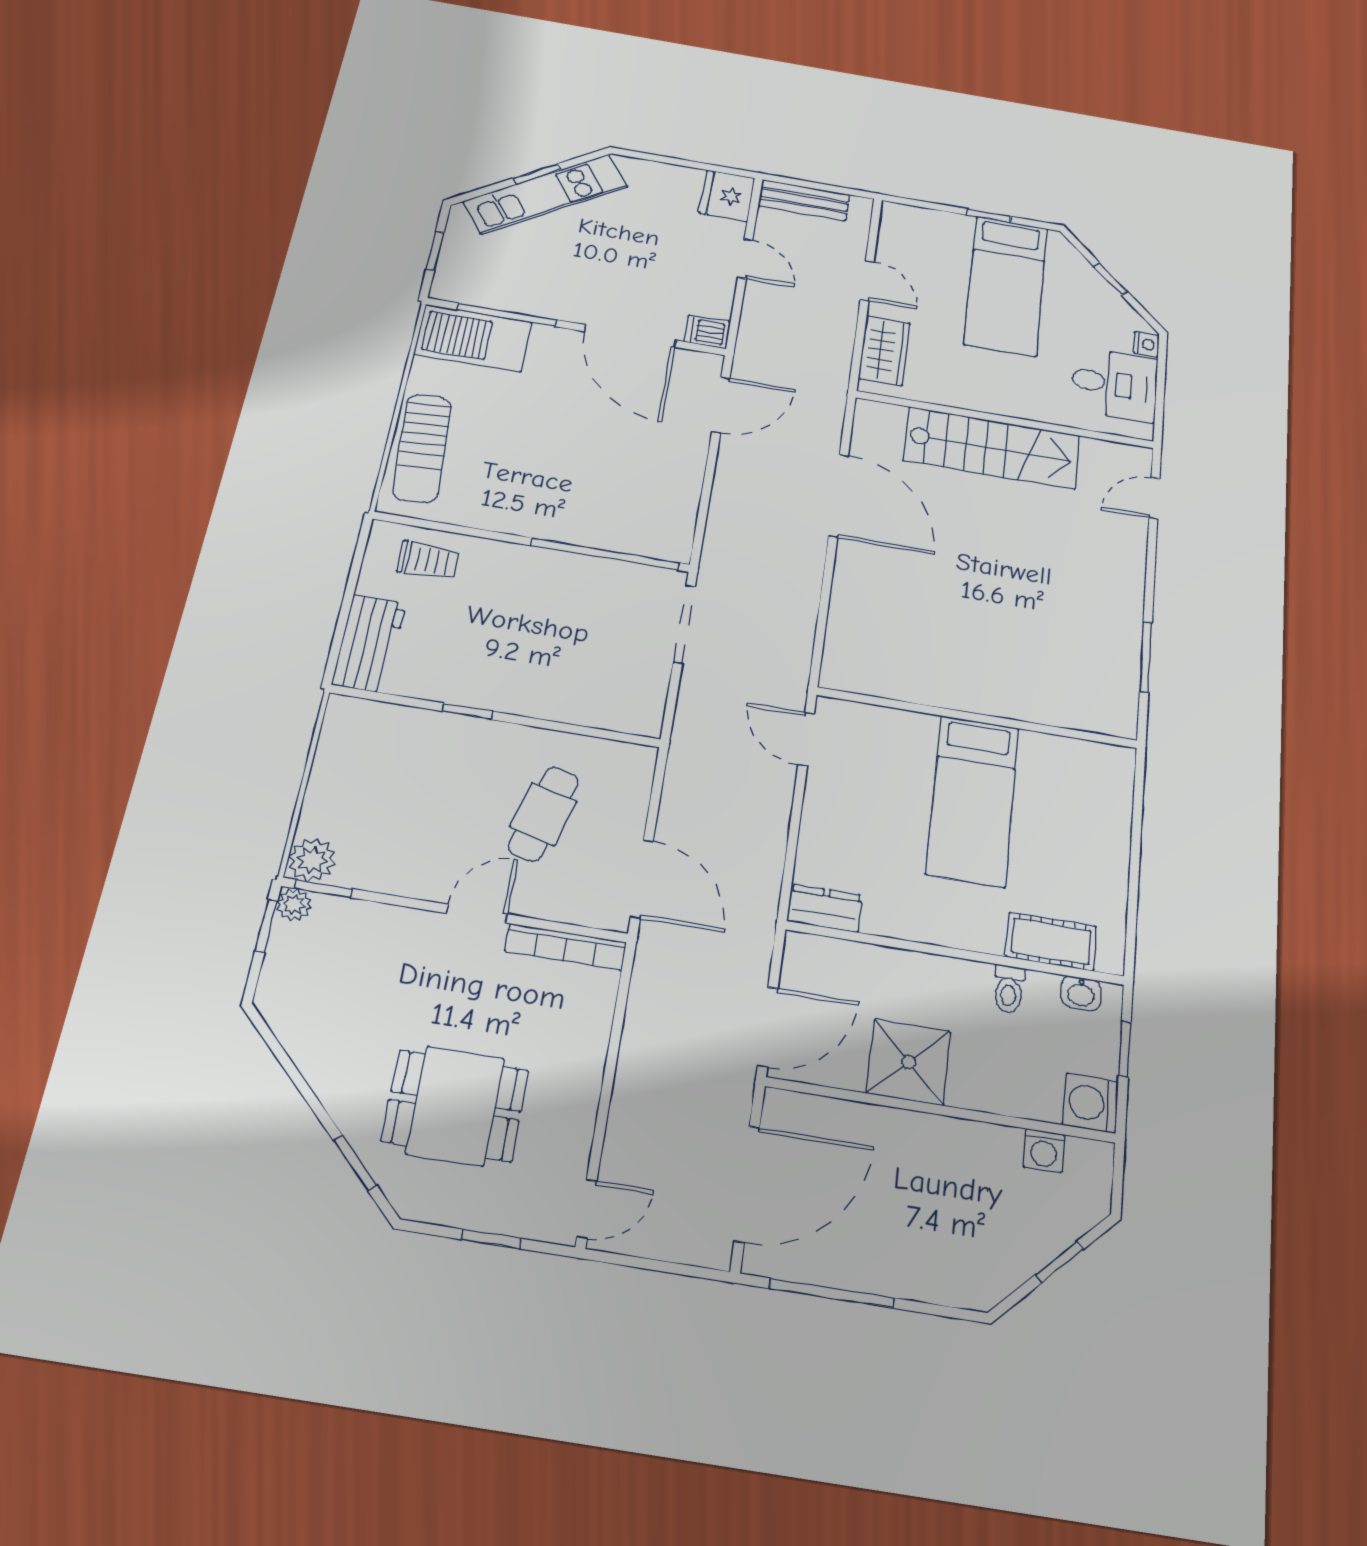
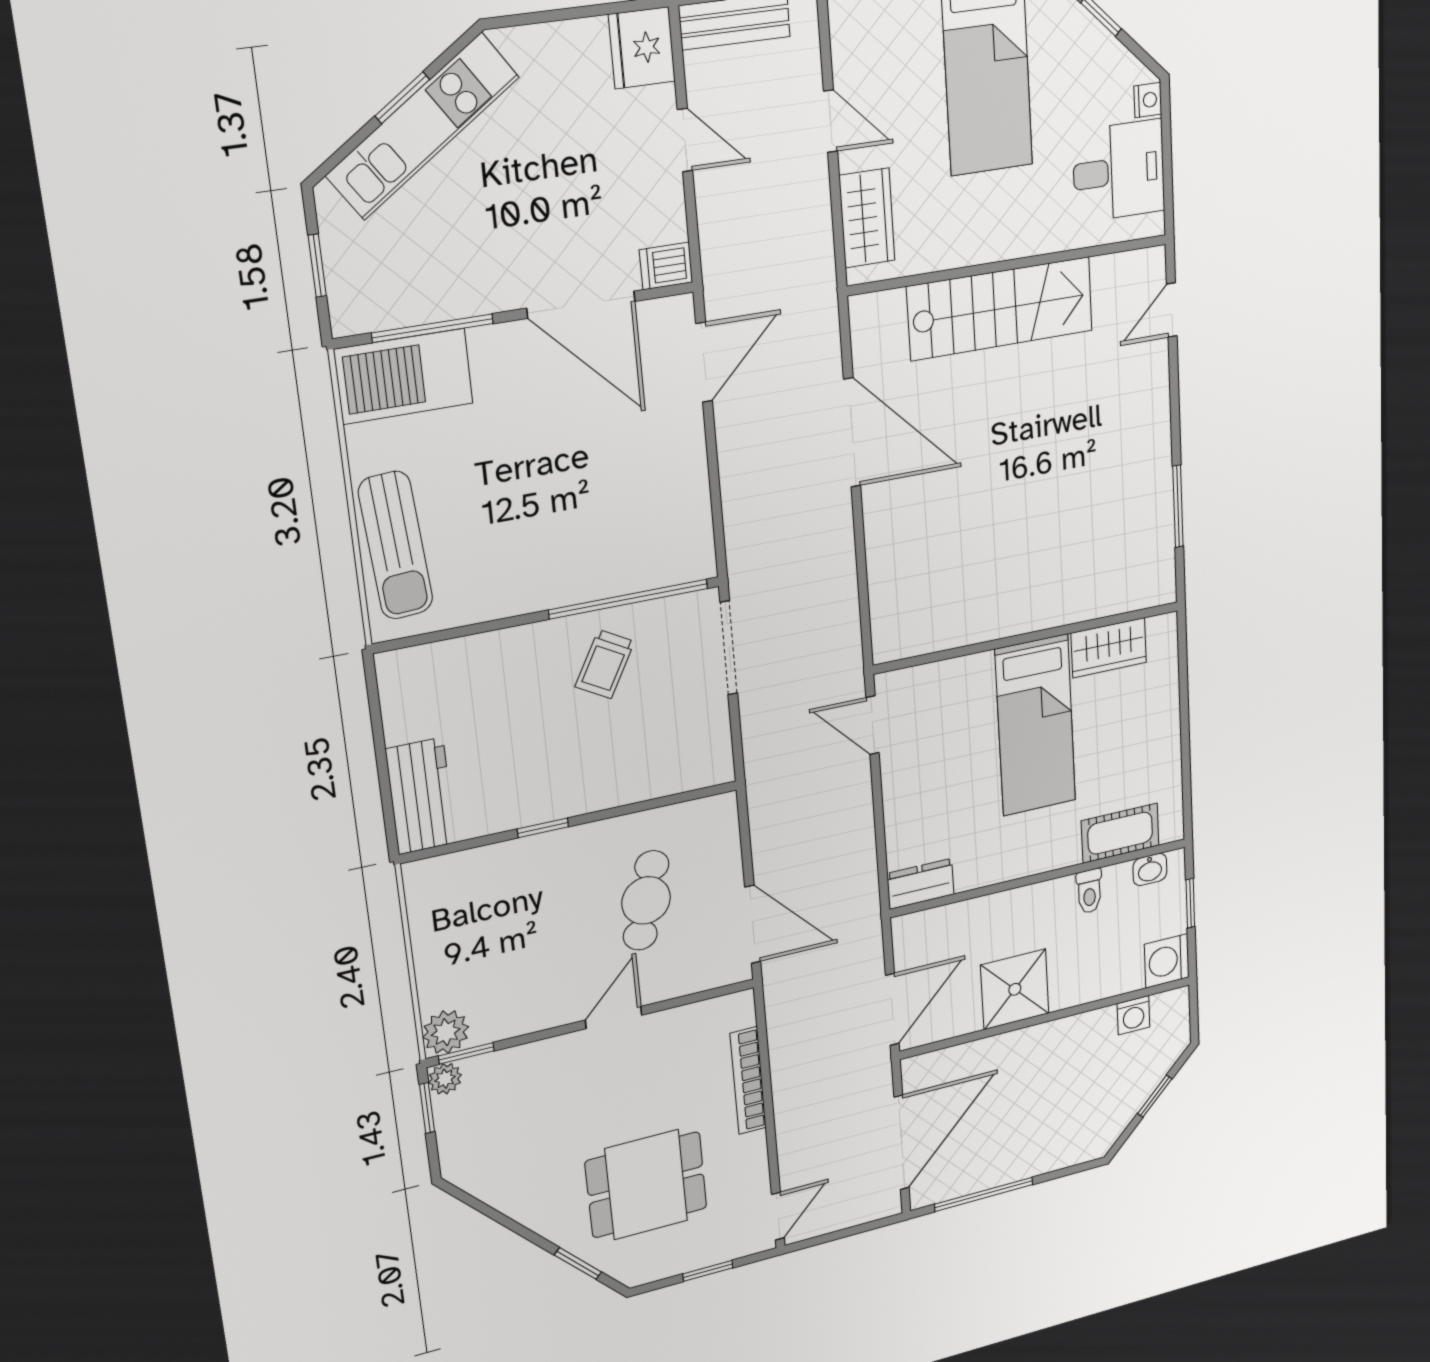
trolley: (428, 561) -> (605, 664), moved, turned 119
wardrobe: (1060, 756) -> (1109, 648), added
bookcase: (566, 947) -> (748, 1081), moved, turned 90

